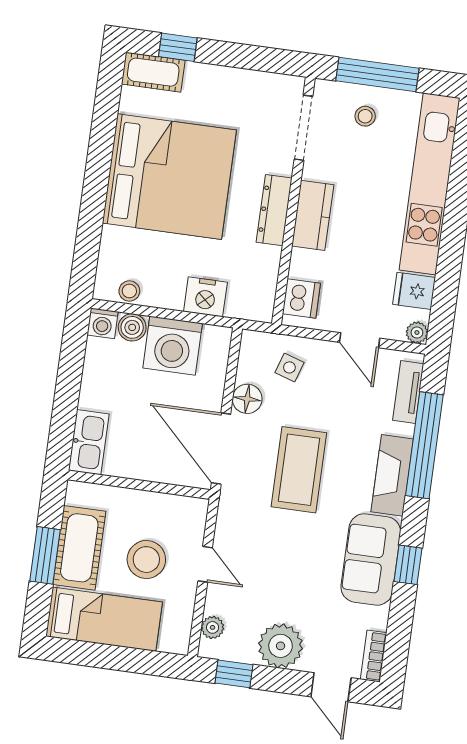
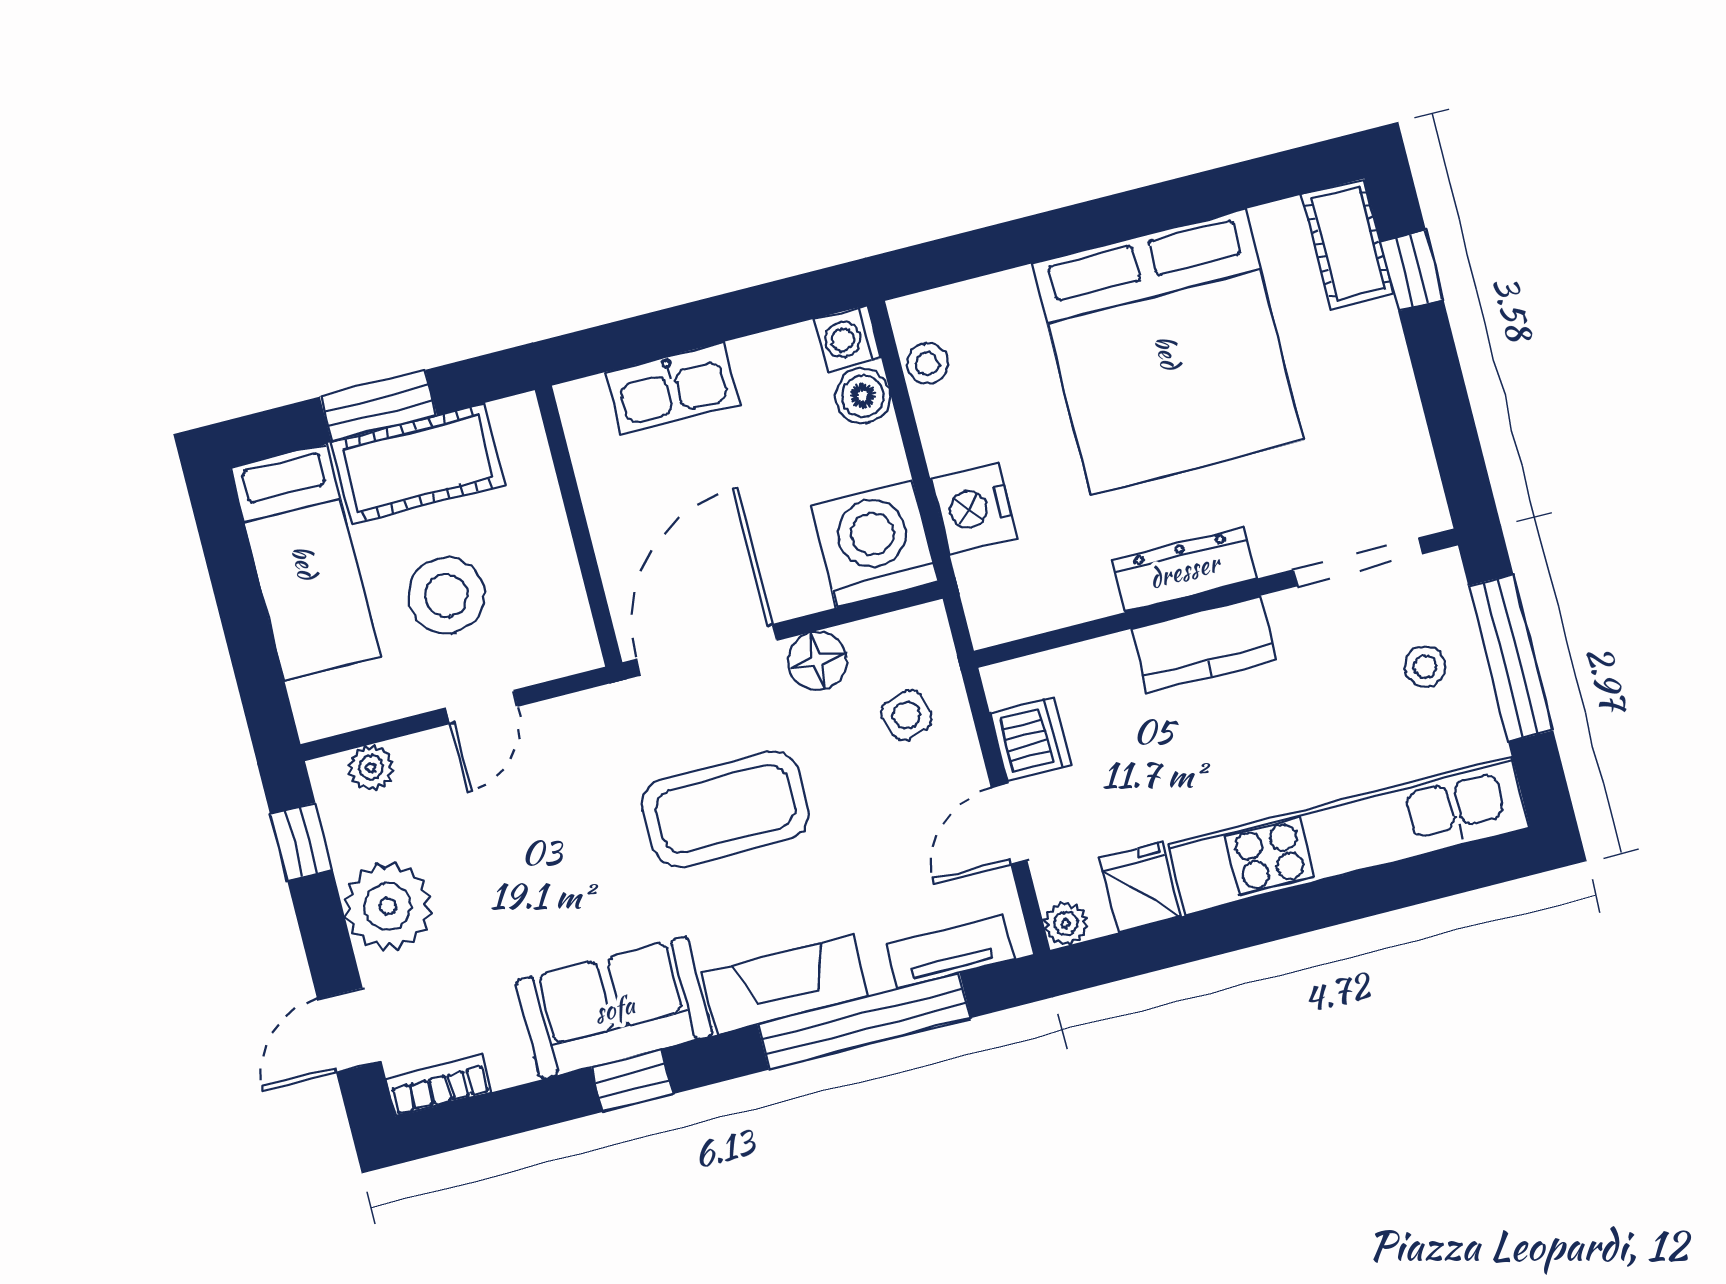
dishwasher: (301, 299) -> (1031, 739), moved, turned -90
washing machine: (173, 346) -> (875, 544), moved, turned 90
side table: (289, 367) -> (907, 715), turned -35
kitchen sink: (89, 442) -> (672, 388), moved

